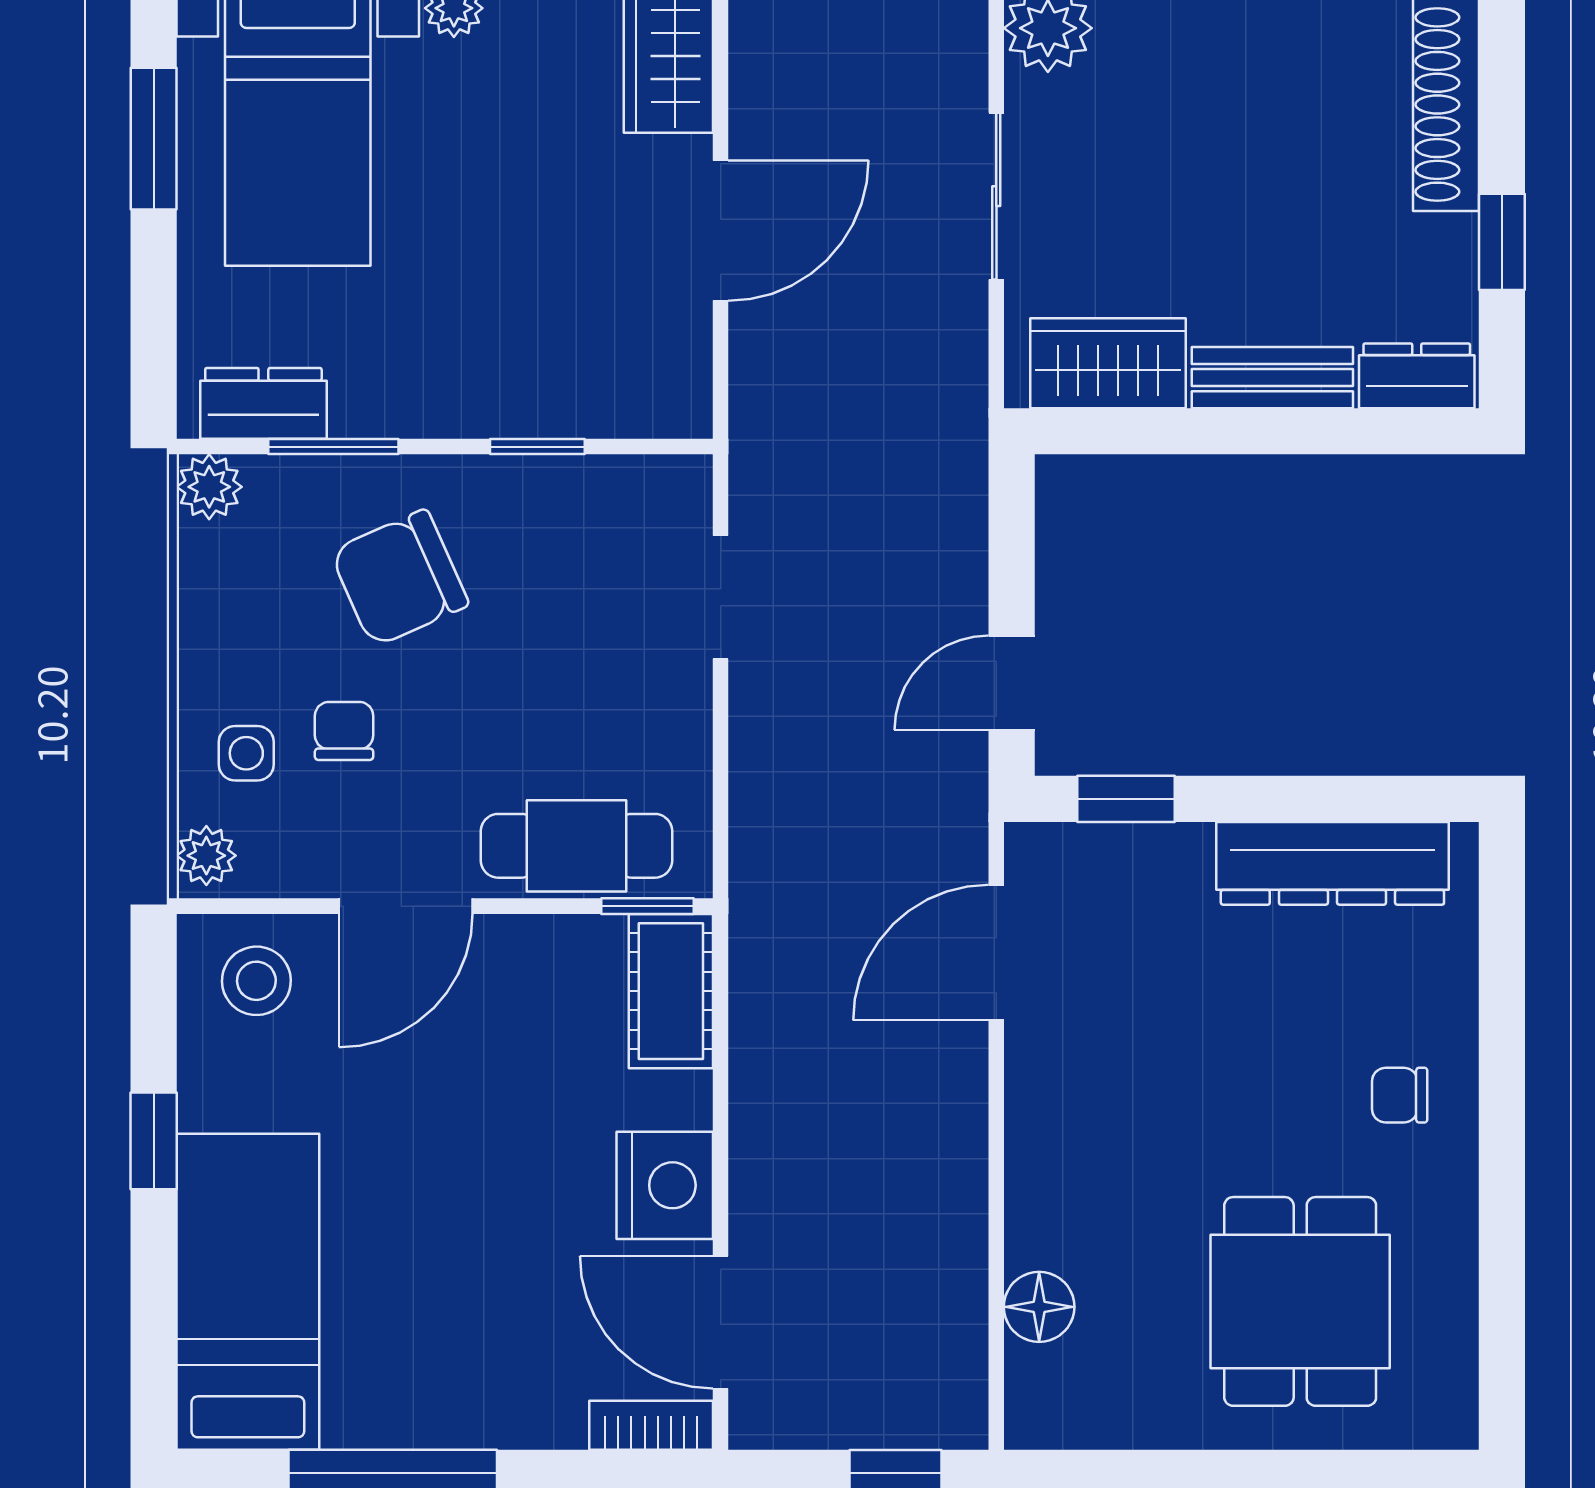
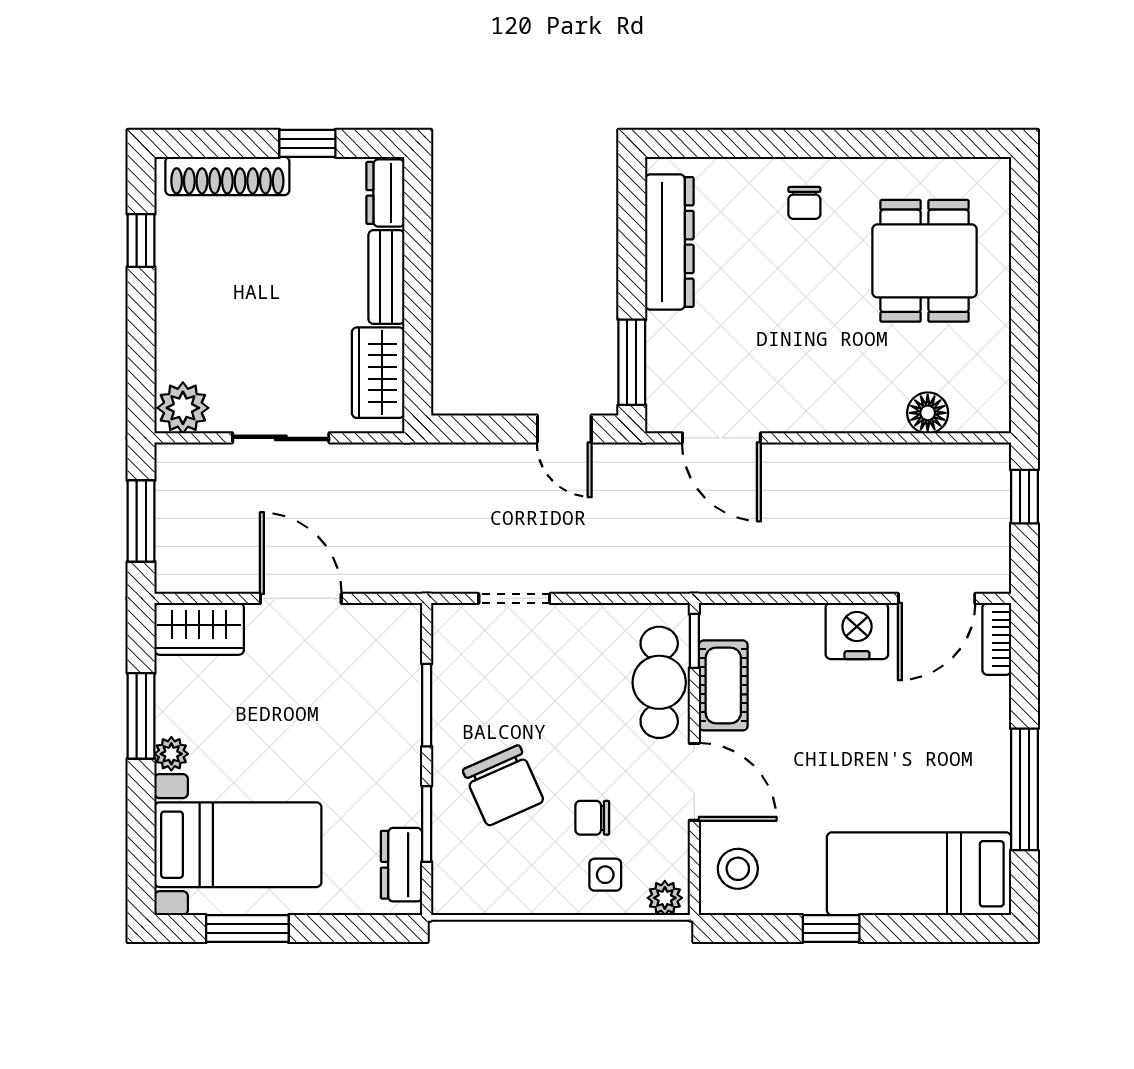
window: (537, 447) -> (427, 705), width x1.50
plant: (209, 487) -> (450, 896), removed
window: (1126, 799) -> (632, 362), width x1.50
cot: (671, 991) -> (723, 685), moved, turned 90
dining table: (1300, 1301) -> (925, 261), turned 90

